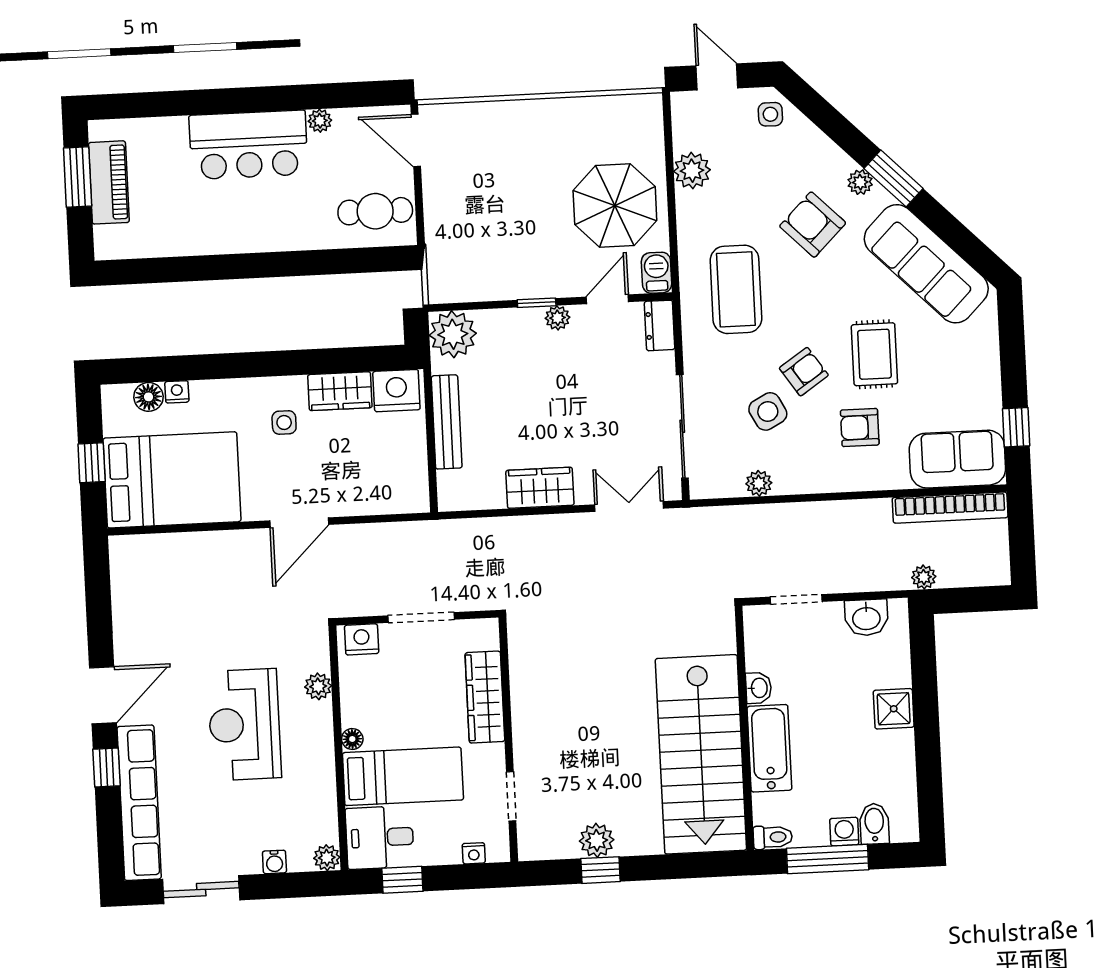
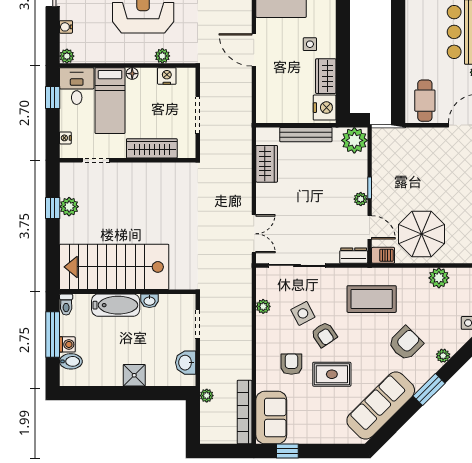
plant: (860, 182) -> (443, 356), moved
wardrobe: (540, 488) -> (267, 164), moved
nightstand: (362, 639) -> (167, 76), moved, turned -90

